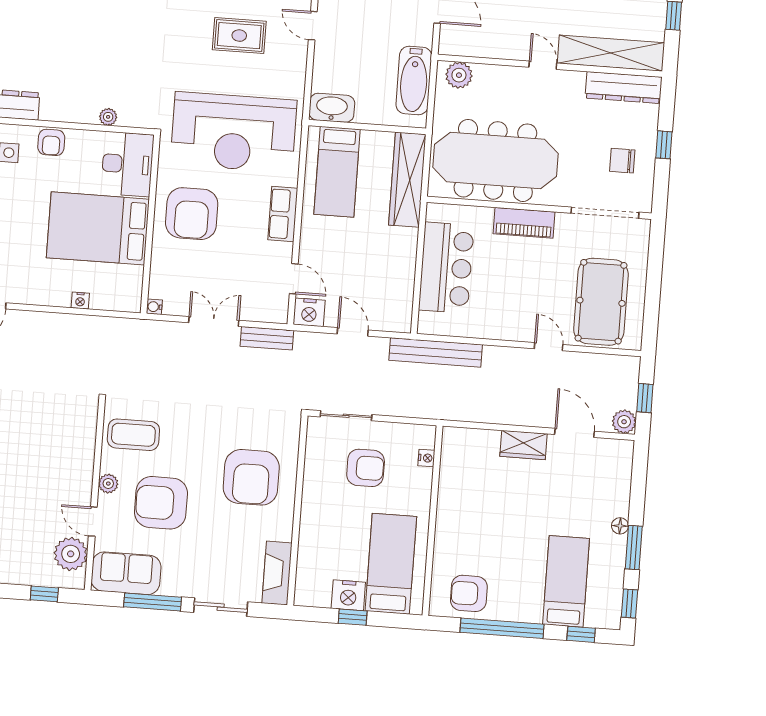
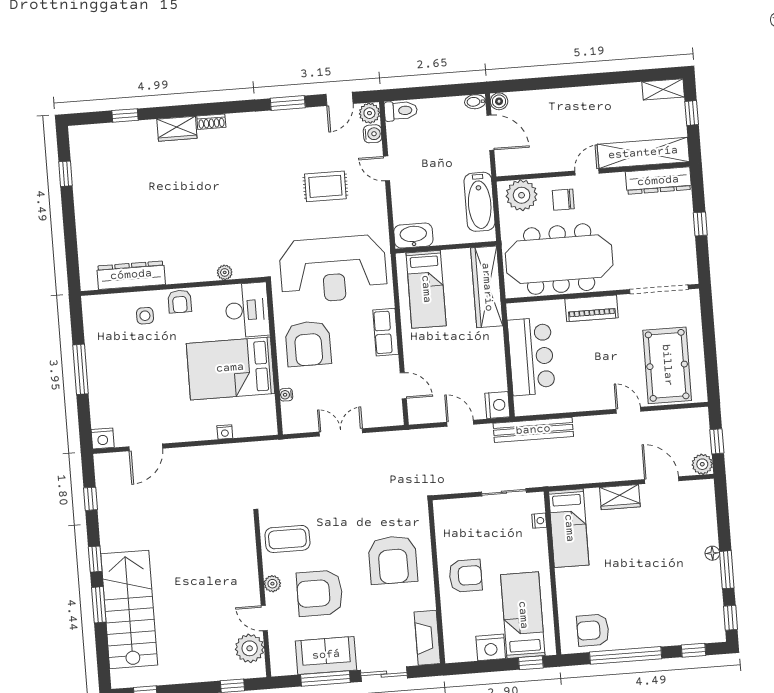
door: (543, 65) -> (587, 172), hinge flipped
plant: (459, 75) -> (522, 195), width x1.36, depth x1.36
chair: (622, 161) -> (563, 200), moved
water cooler: (154, 307) -> (286, 395), moved
nightstand: (309, 312) -> (497, 405), moved, turned -90
bench: (267, 338) -> (388, 440), removed
sliding door: (346, 416) -> (504, 492), moved
armchair: (366, 468) -> (466, 576), moved
sofa: (126, 573) -> (326, 655), moved
bed: (566, 581) -> (569, 528), moved, turned 180
window: (353, 617) -> (531, 663), moved

